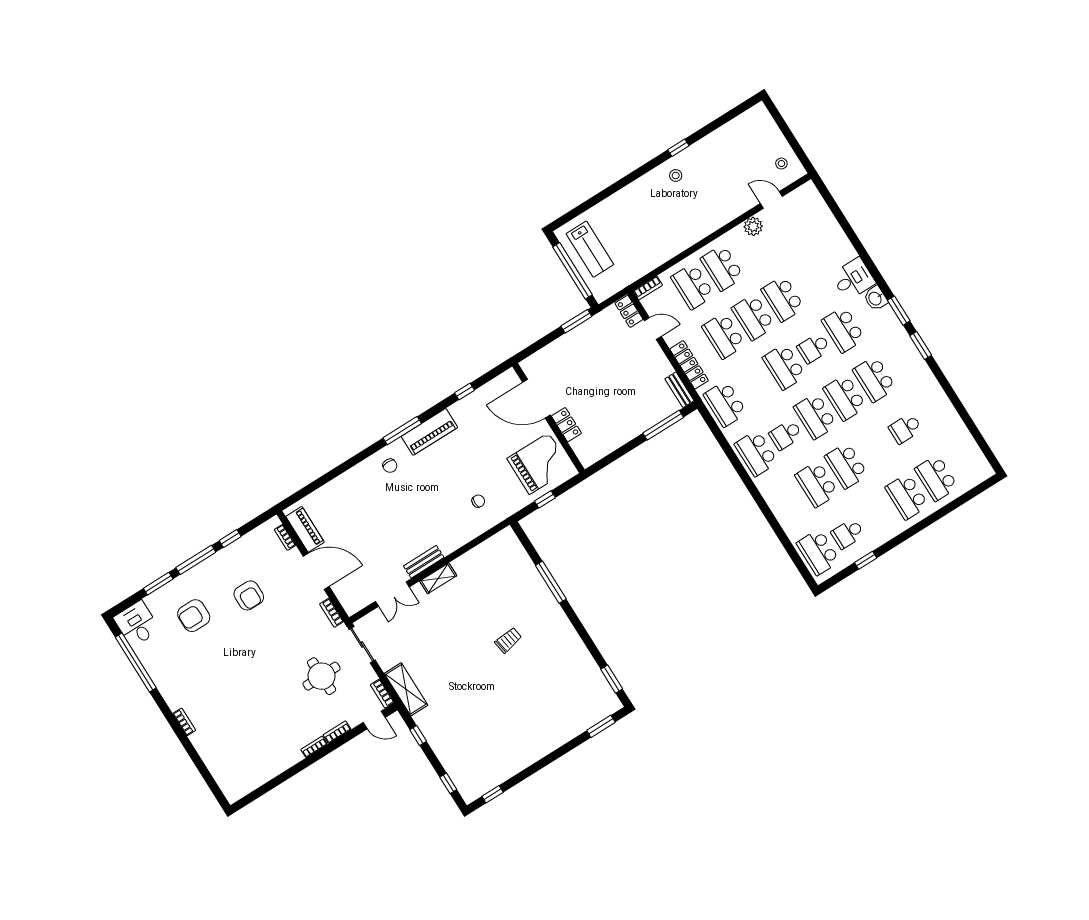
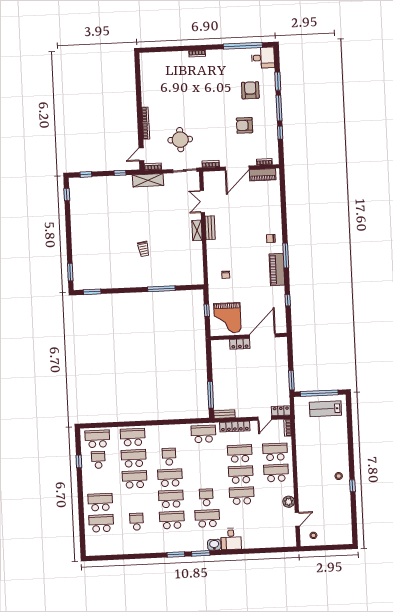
school desk: (784, 367) -> (205, 476), removed
school desk: (756, 453) -> (133, 437), moved

